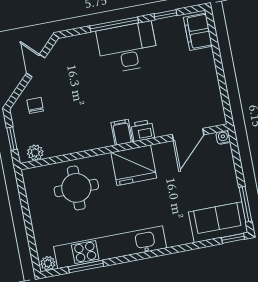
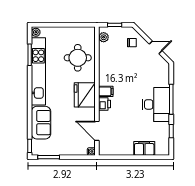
filing cabinet: (198, 32) -> (144, 148), moved
sofa: (218, 222) -> (41, 123), moved

